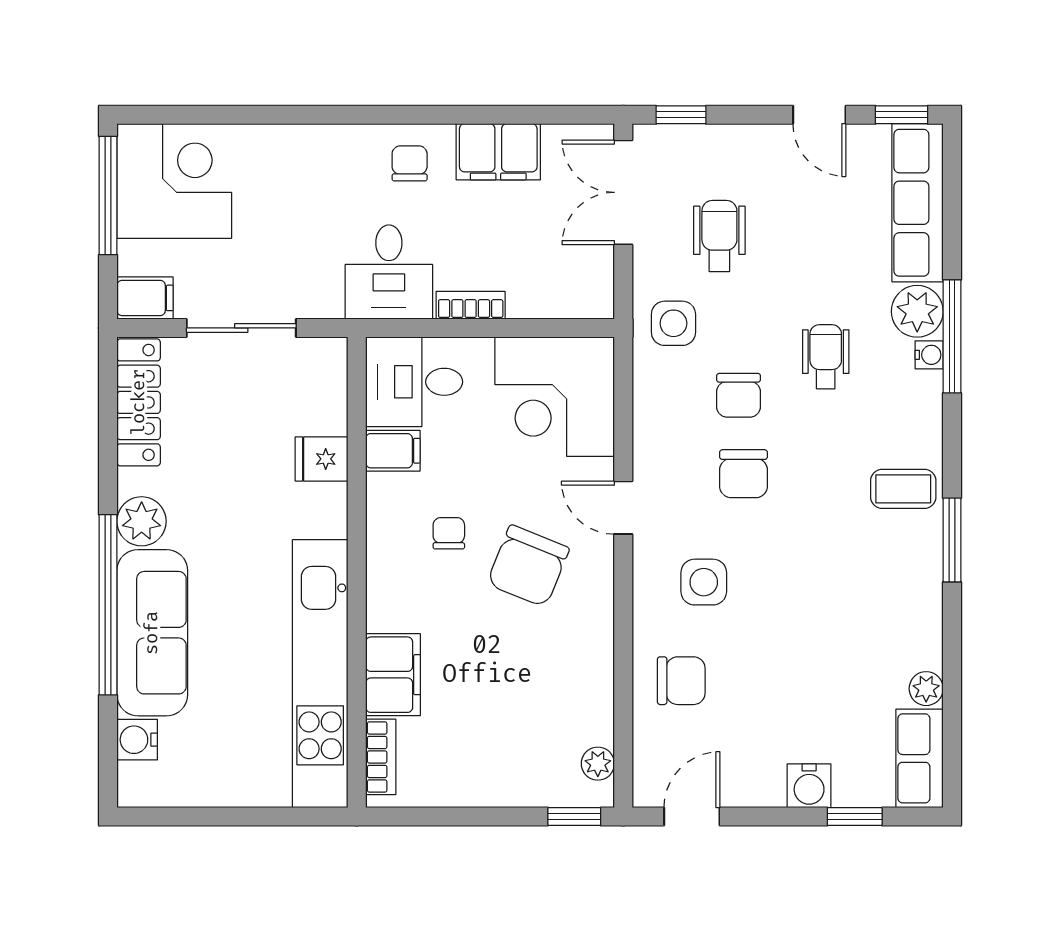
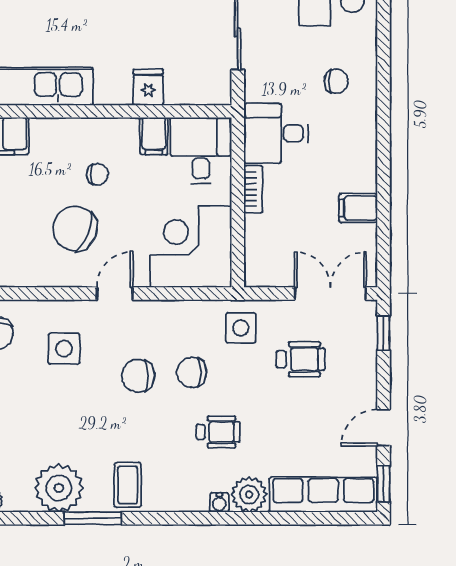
filing cabinet: (498, 152) -> (358, 208), width x0.50
chair: (410, 163) -> (336, 81), moved
window: (952, 336) -> (232, 518), removed
plant: (908, 590) -> (59, 488), added

